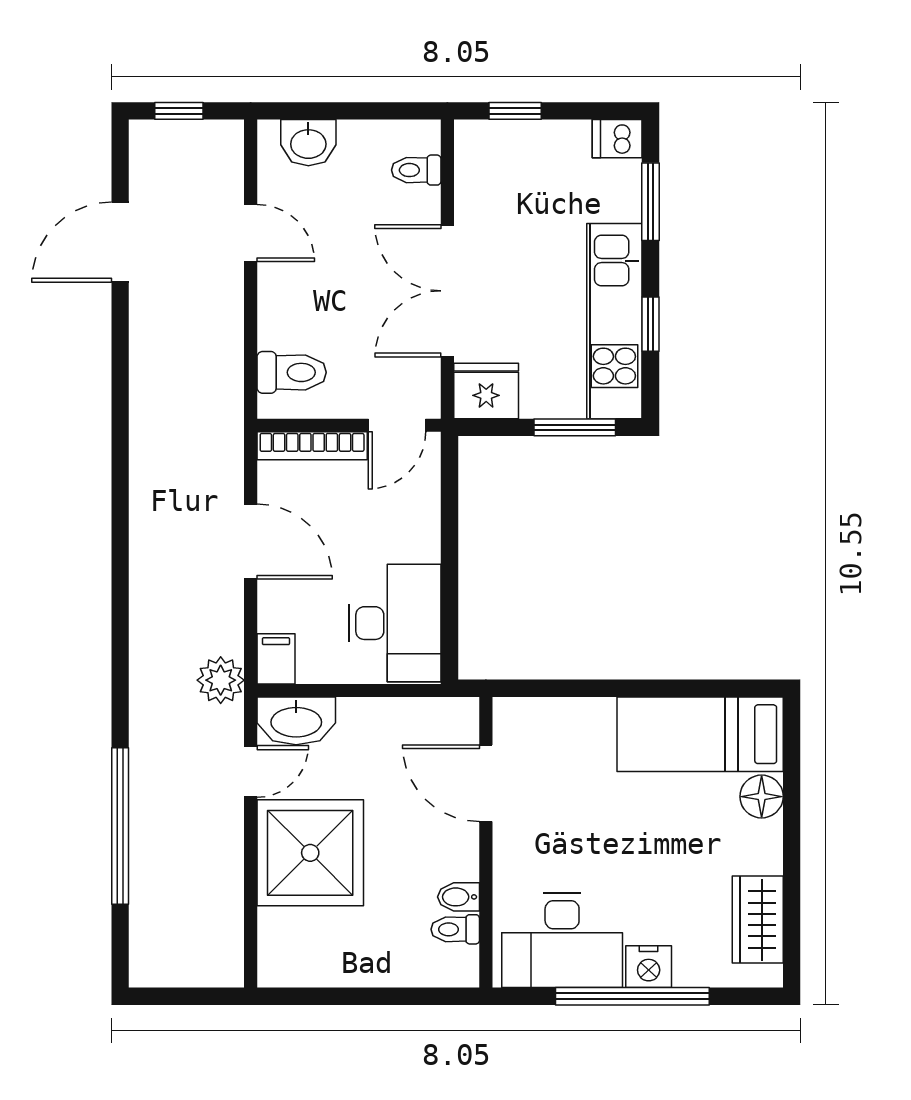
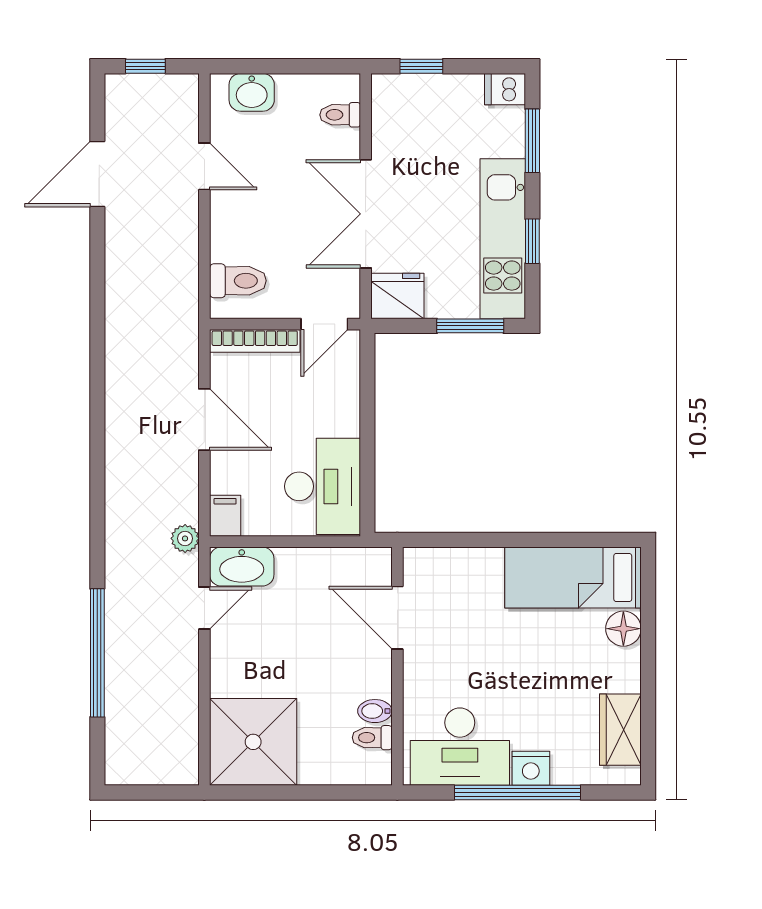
plant: (221, 680) -> (185, 538), width x0.73, depth x0.73
shower: (310, 853) -> (253, 742), moved

